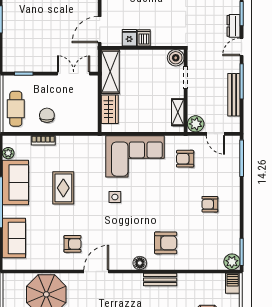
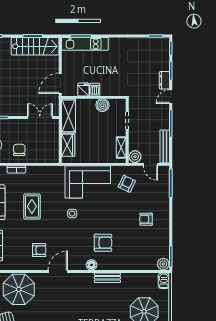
boiler: (176, 58) -> (102, 105), moved
bench: (234, 95) -> (165, 146), moved
armchair: (185, 159) -> (127, 184), turned 115
armchair: (166, 243) -> (103, 243), moved

